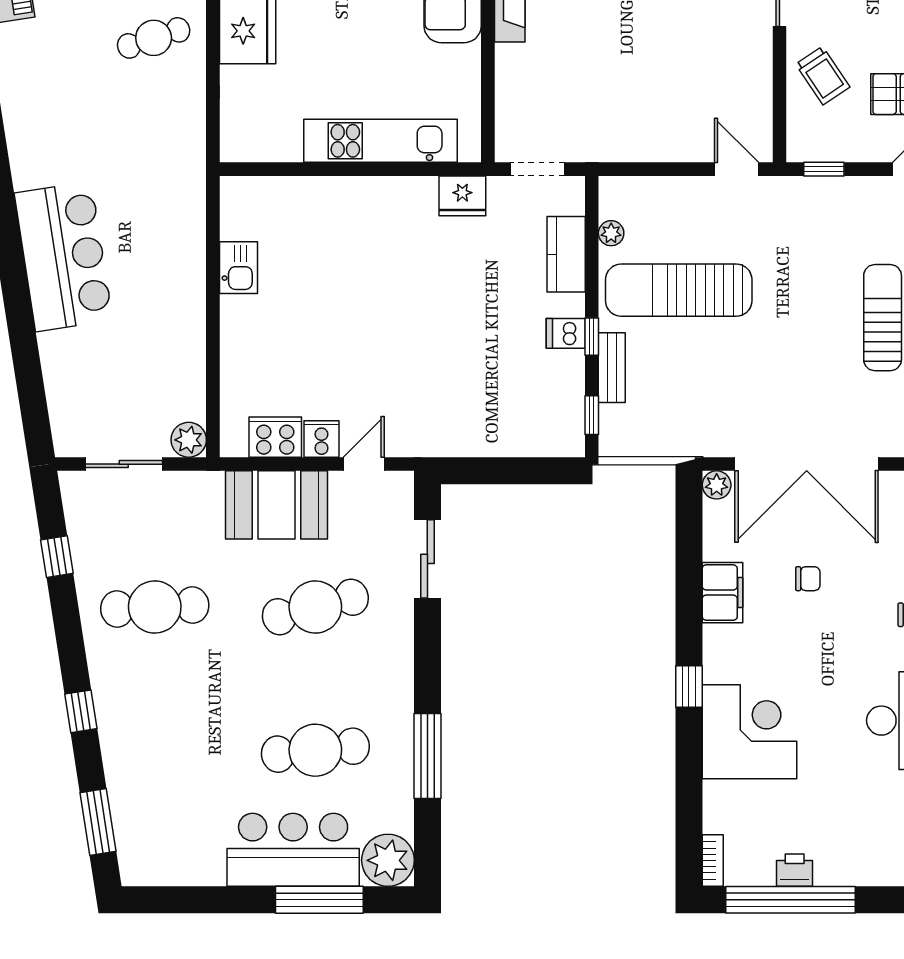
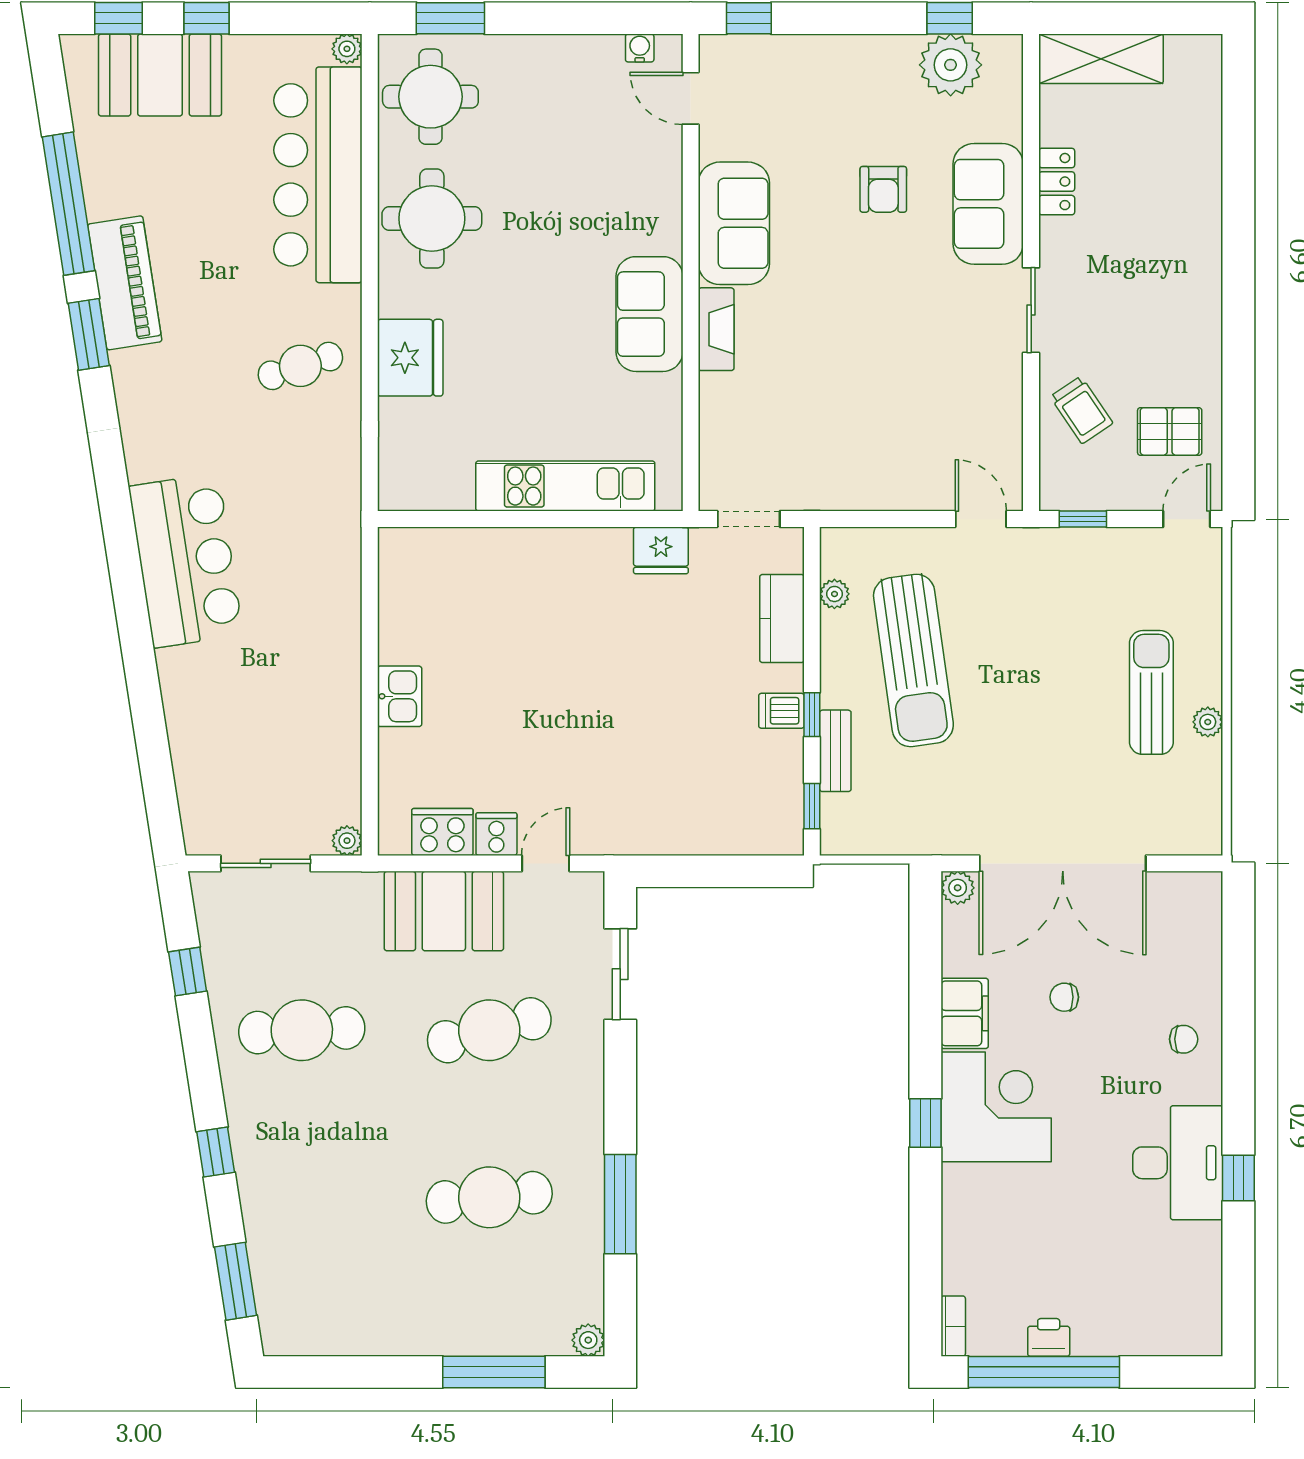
bar counter: (63, 256) -> (186, 560), moved
kitchen sink: (239, 268) -> (400, 696), moved
sun lounger: (679, 290) -> (913, 660), turned -98
plant: (189, 440) -> (347, 841), width x0.73, depth x0.73
chair: (808, 579) -> (1064, 997), turned 180
corner desk: (750, 732) -> (996, 1107), moved
bar counter: (293, 850) -> (463, 1314), removed
plant: (388, 860) -> (588, 1340), width x0.53, depth x0.53

